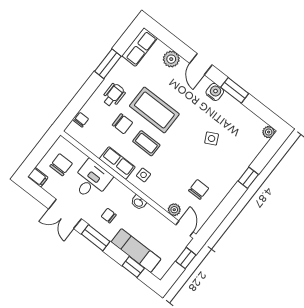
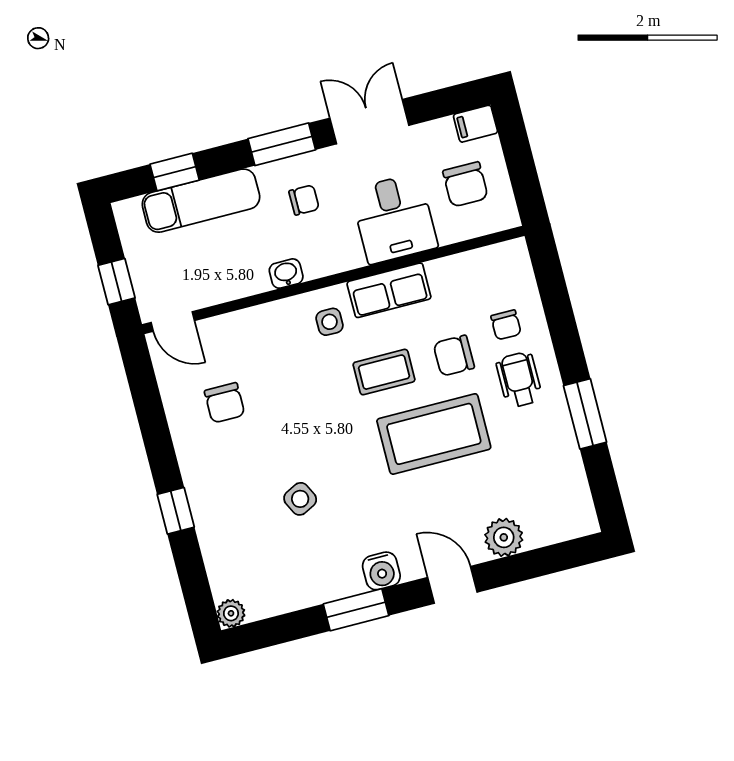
row of seats: (140, 47) -> (571, 496), removed
wheelchair: (114, 95) -> (519, 380), turned 180
chair: (81, 120) -> (506, 325), moved
plant: (174, 210) -> (222, 329), removed

